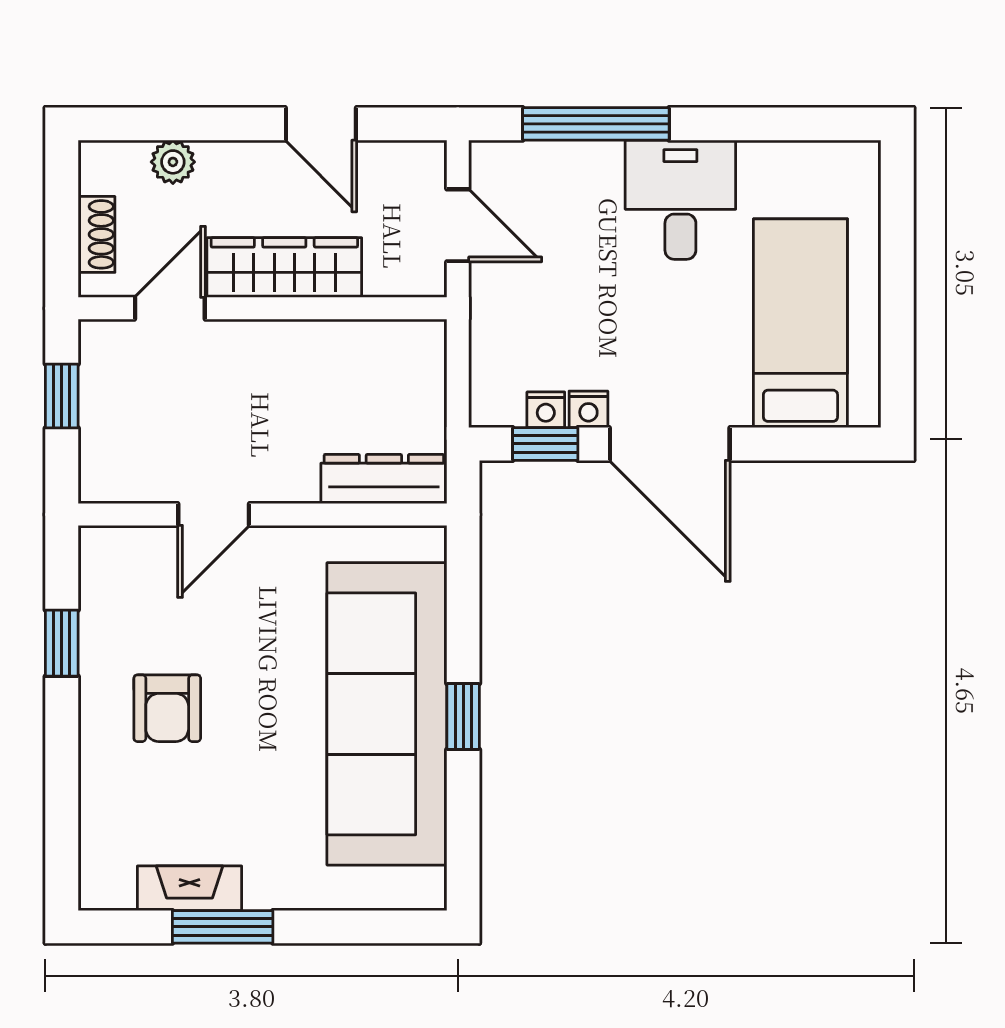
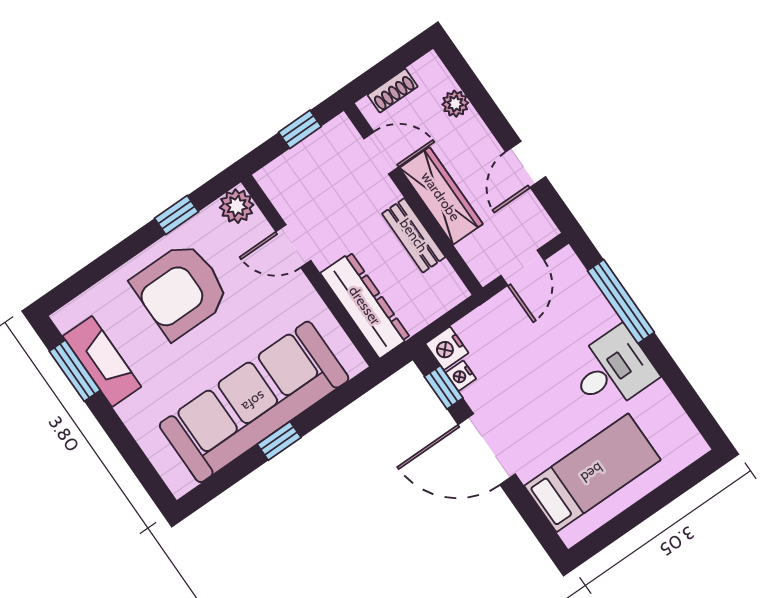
bench: (312, 342) -> (414, 235), added
nightstand: (588, 409) -> (447, 348), moved, width x1.39, depth x1.35
door: (670, 444) -> (487, 449), hinge flipped
dresser: (384, 479) -> (365, 305), width x1.37, depth x1.24
plant: (106, 553) -> (237, 206), added
armchair: (167, 708) -> (181, 290), width x1.88, depth x1.88
fireplace: (189, 888) -> (102, 361), width x1.37, depth x1.32
window: (223, 927) -> (75, 371), moved

